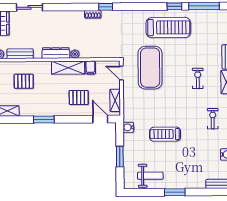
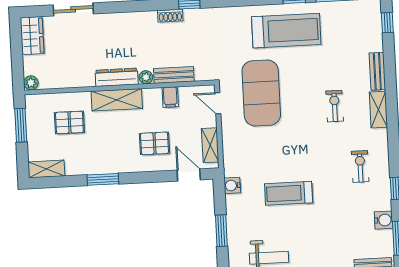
bench: (20, 54) -> (174, 75), moved
shelving: (68, 68) -> (117, 100), moved

